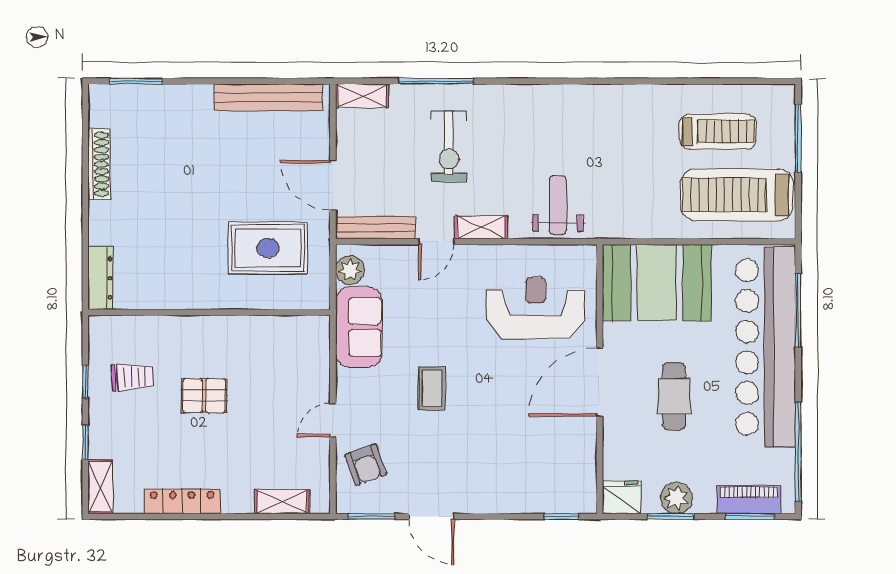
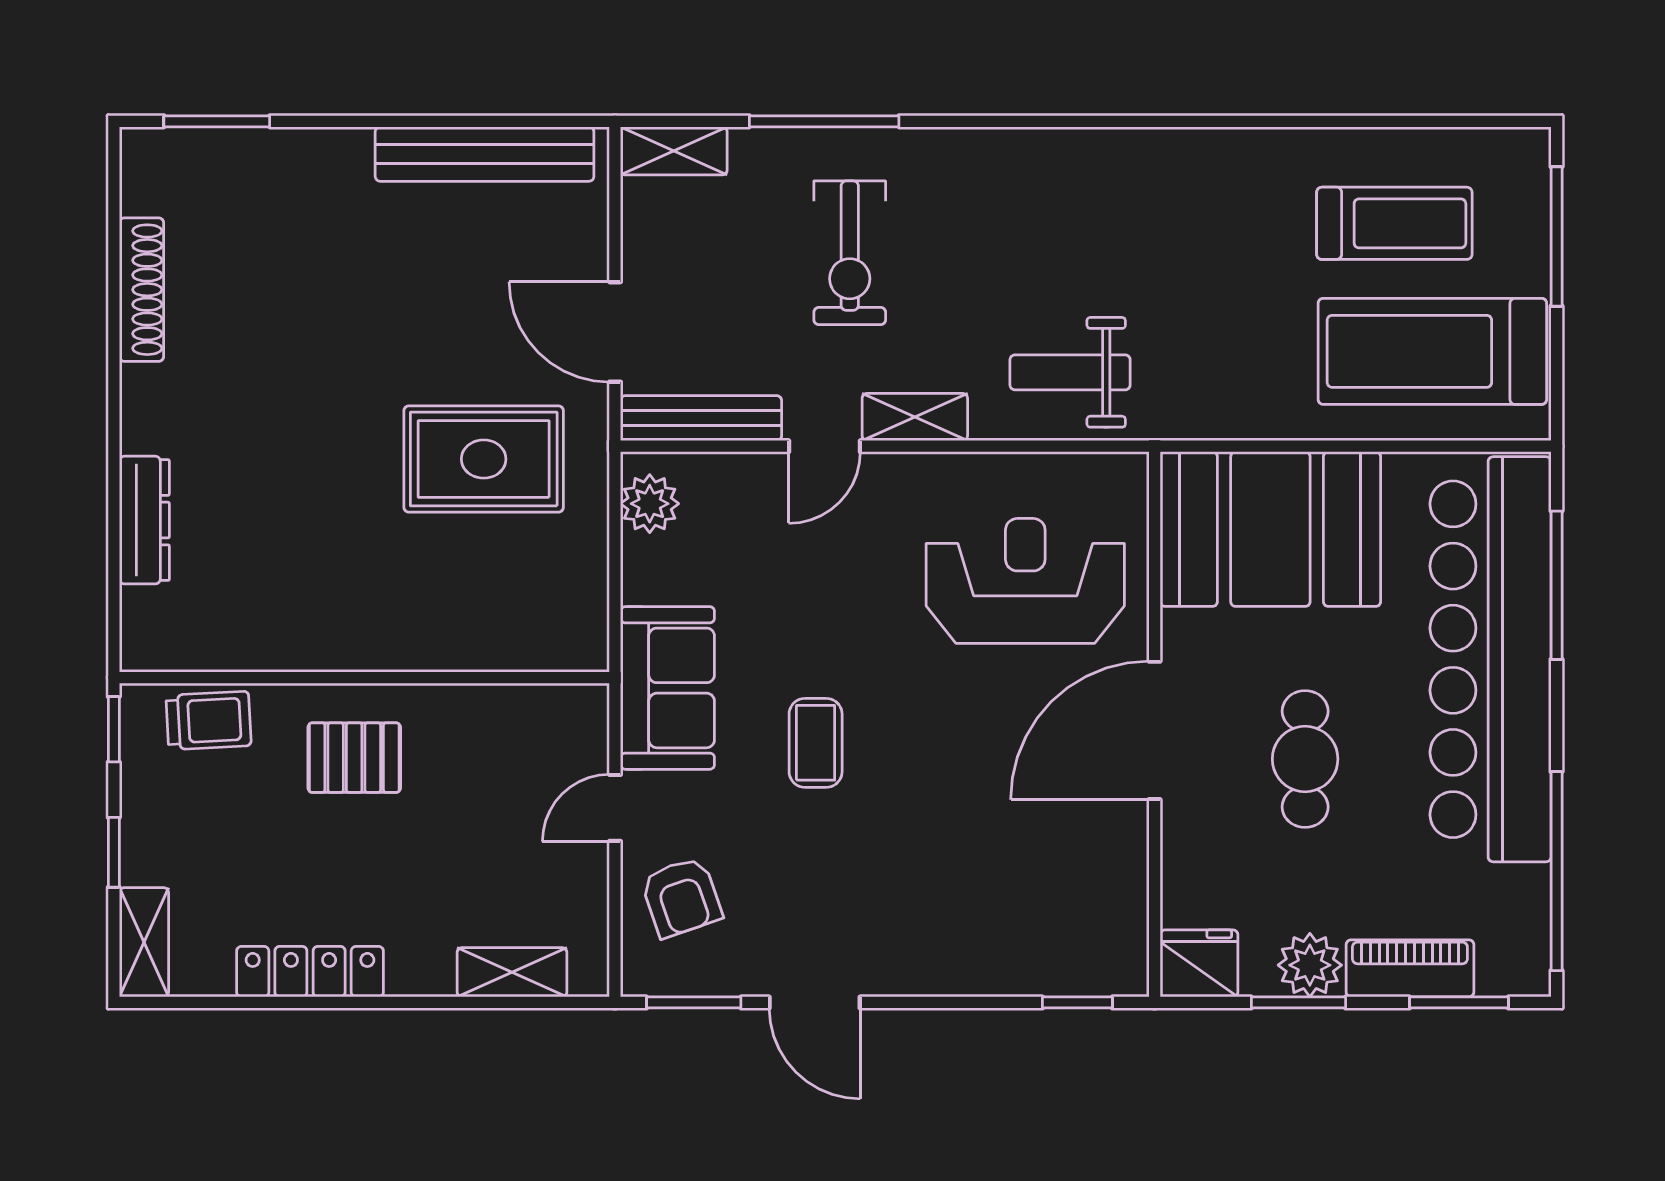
weight bench: (558, 205) -> (1070, 372), turned -90
wall: (209, 312) -> (364, 678), moved
sofa: (359, 327) -> (667, 688), moved
piano: (749, 500) -> (1410, 968), moved

